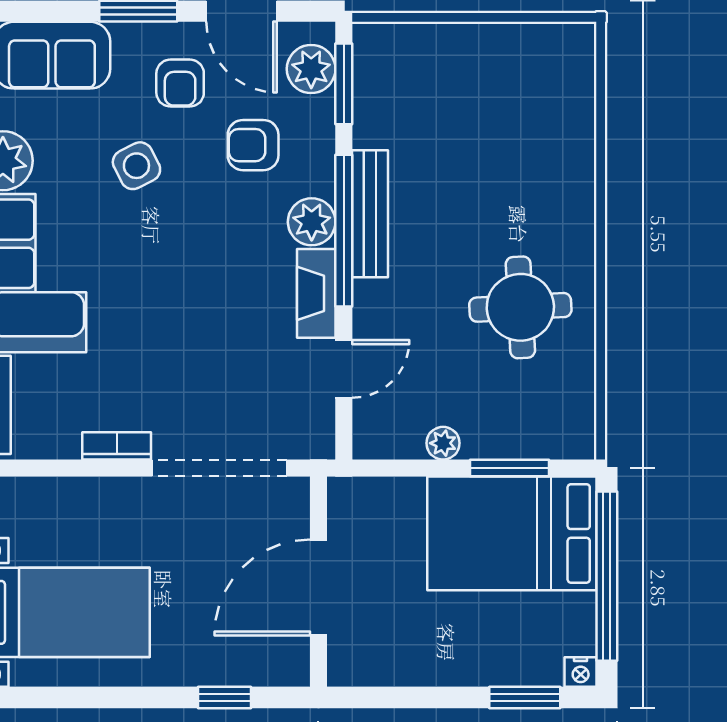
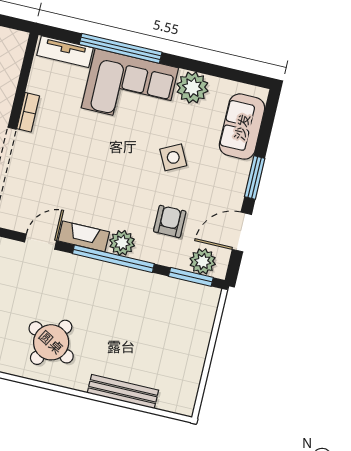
armchair: (180, 83) -> (211, 191), removed
bench: (370, 214) -> (123, 392), moved
round table: (520, 307) -> (51, 342), turned 32
door: (344, 369) -> (40, 242), swing flipped

